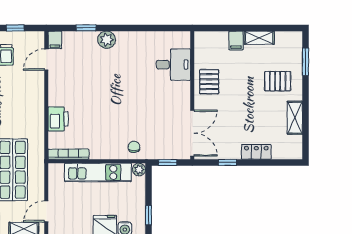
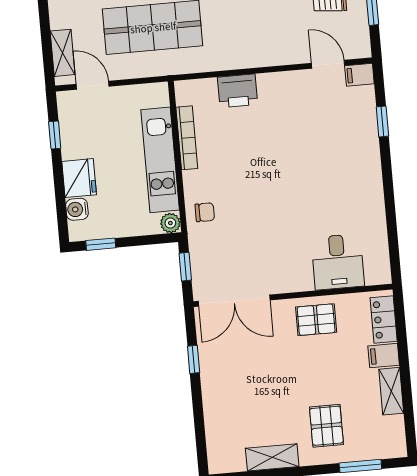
plant: (107, 40) -> (367, 155), removed
locker: (256, 152) -> (384, 319), moved, turned 180
bookcase: (68, 154) -> (187, 138), moved

